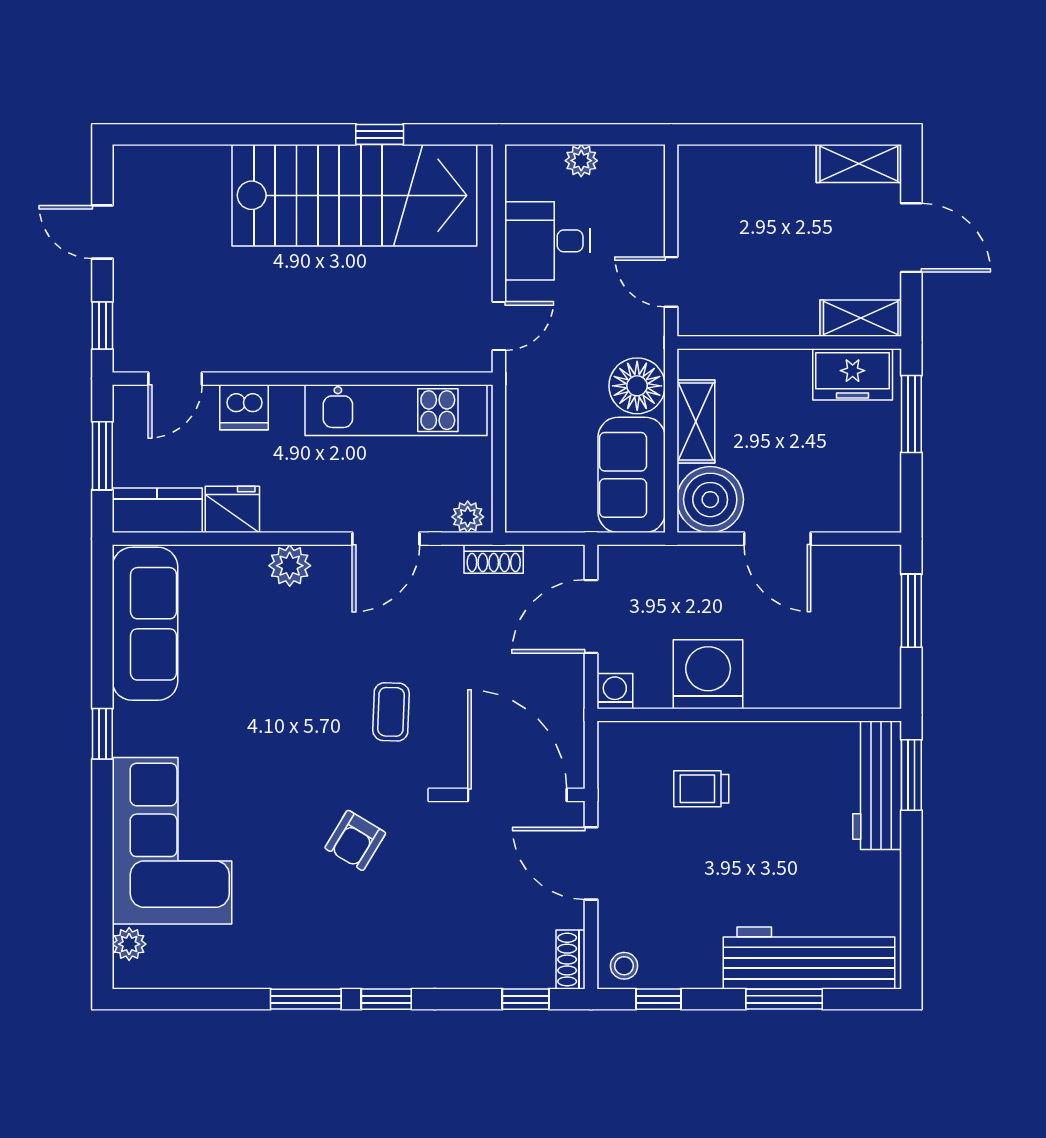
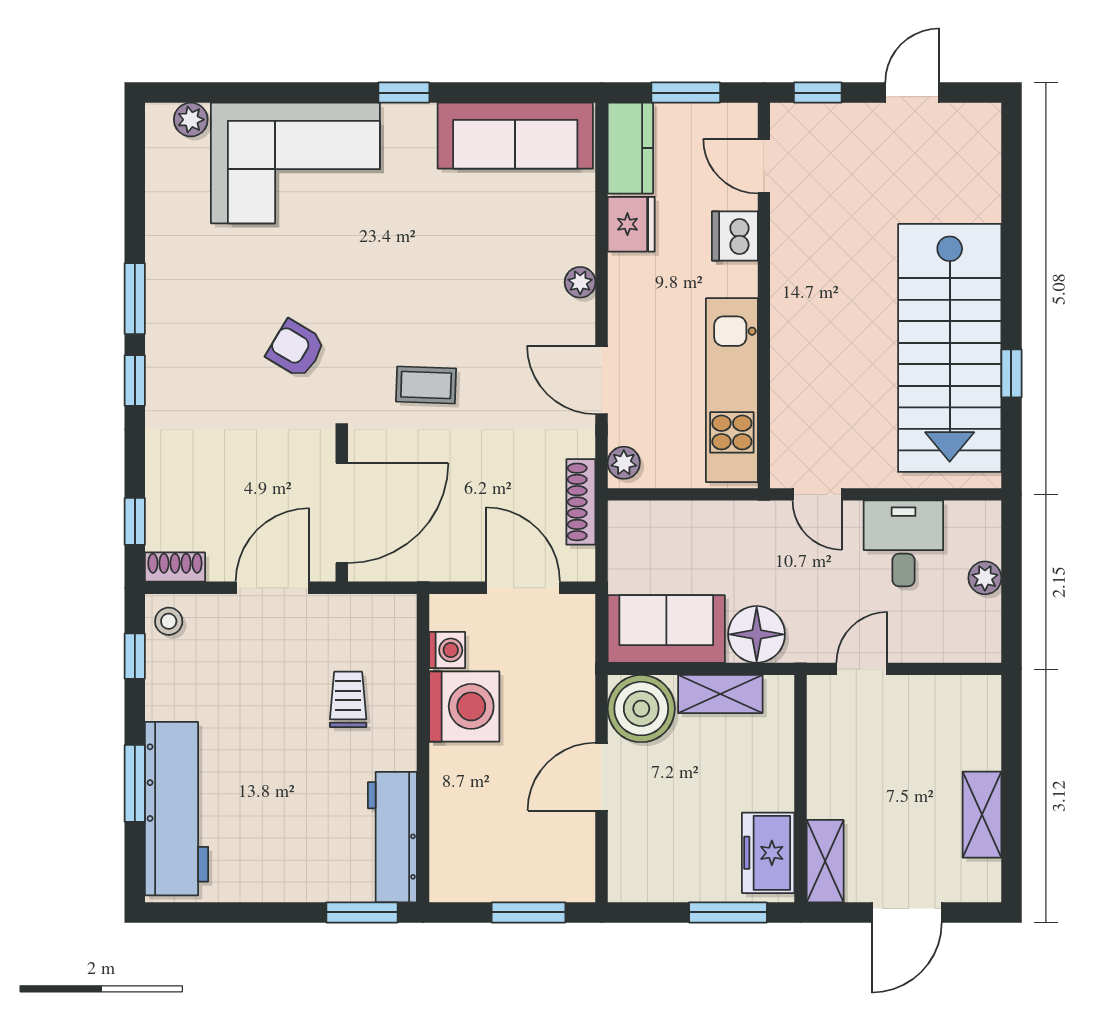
shelving: (859, 163) -> (982, 815), moved
shoe rack: (494, 559) -> (581, 502), width x1.43
plant: (290, 566) -> (580, 282), width x0.73, depth x0.73
washing machine: (615, 691) -> (447, 650), moved
workbench: (877, 785) -> (392, 837), moved, turned -90

